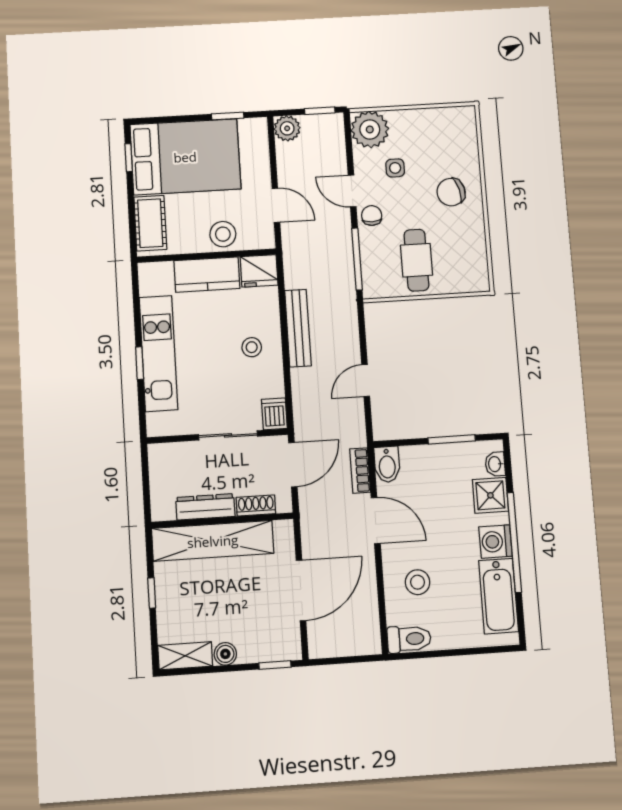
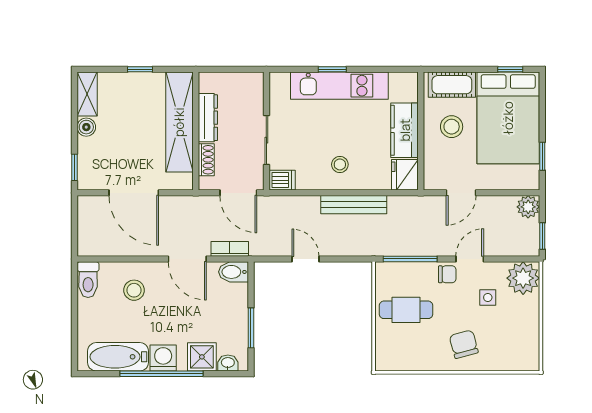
stool: (223, 234) -> (452, 127), moved
door: (376, 521) -> (187, 259), hinge flipped

